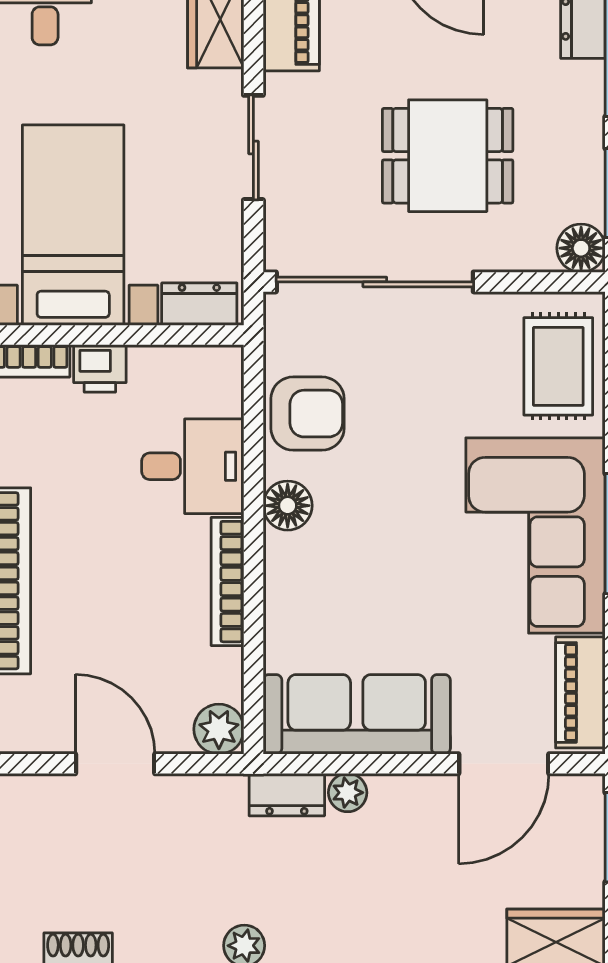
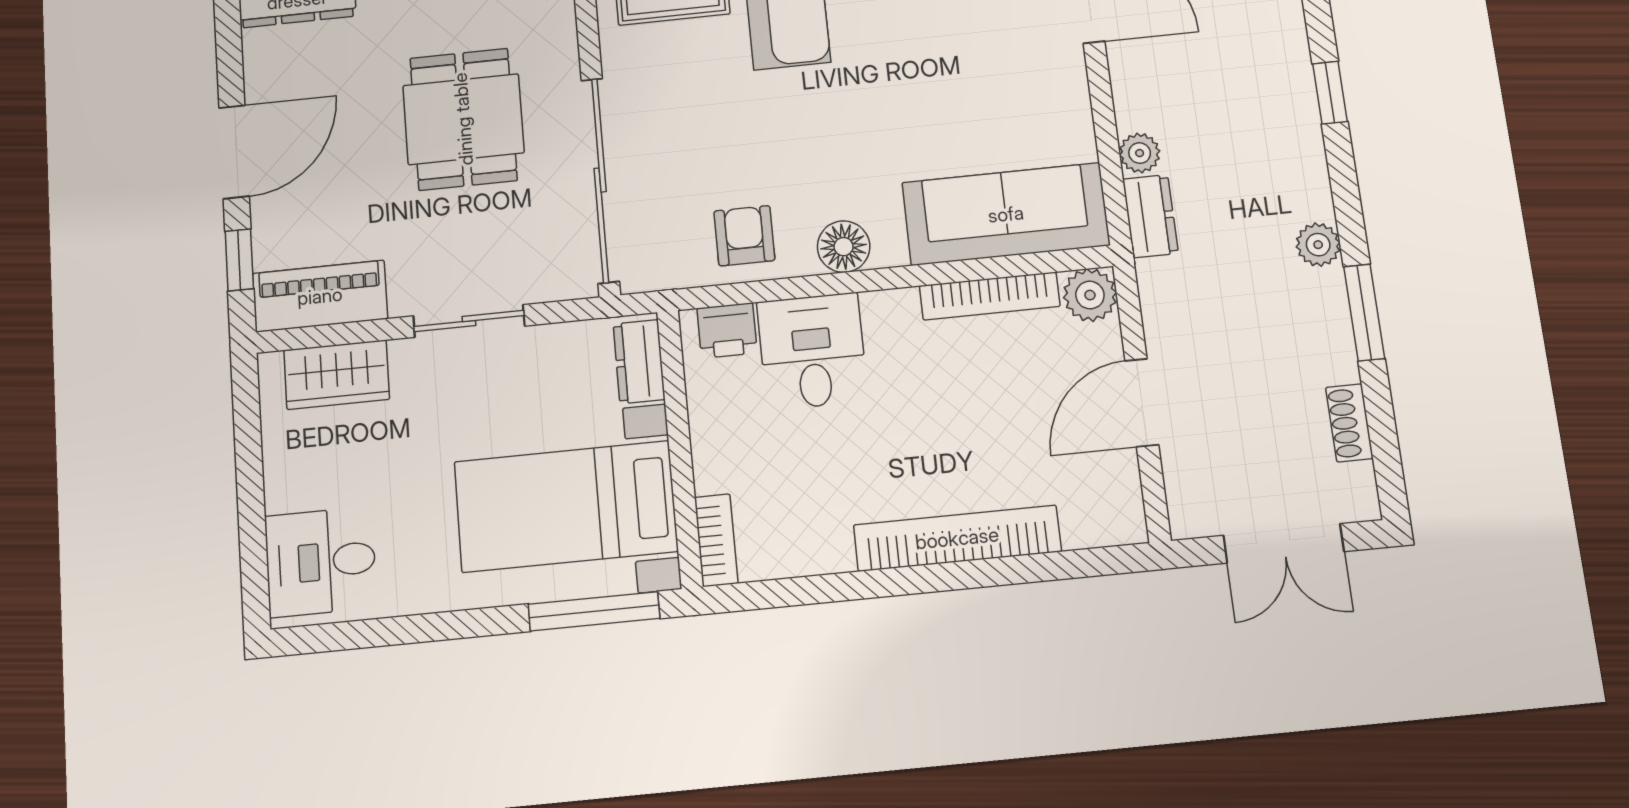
printer: (100, 368) -> (727, 331), moved, turned 90
armchair: (308, 414) -> (744, 236), width x0.72, depth x0.72
bookcase: (227, 582) -> (990, 296), moved
sofa: (357, 714) -> (1006, 214), moved, turned 90

